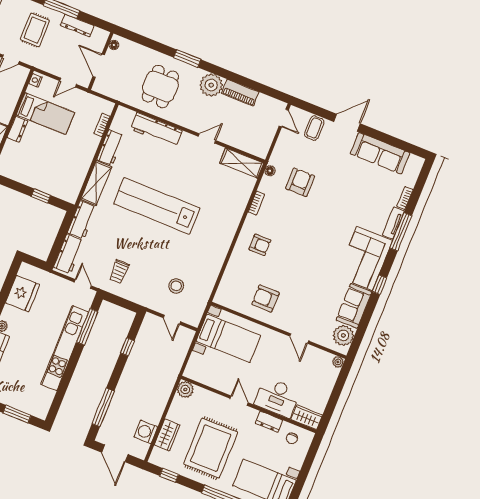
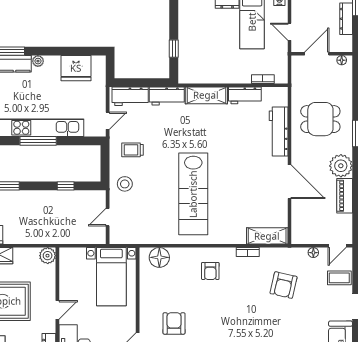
door: (207, 138) -> (290, 182), width x1.88
shelving: (242, 163) -> (267, 236), moved, turned 90
floor lamp: (270, 171) -> (313, 253), moved
armchair: (300, 182) -> (284, 285), turned 103
lab bench: (157, 206) -> (193, 194), moved, turned 180
stool: (176, 286) -> (125, 184), moved
floor lamp: (228, 287) -> (159, 257), added
armchair: (265, 298) -> (174, 323), moved
window: (87, 327) -> (38, 141), moved

